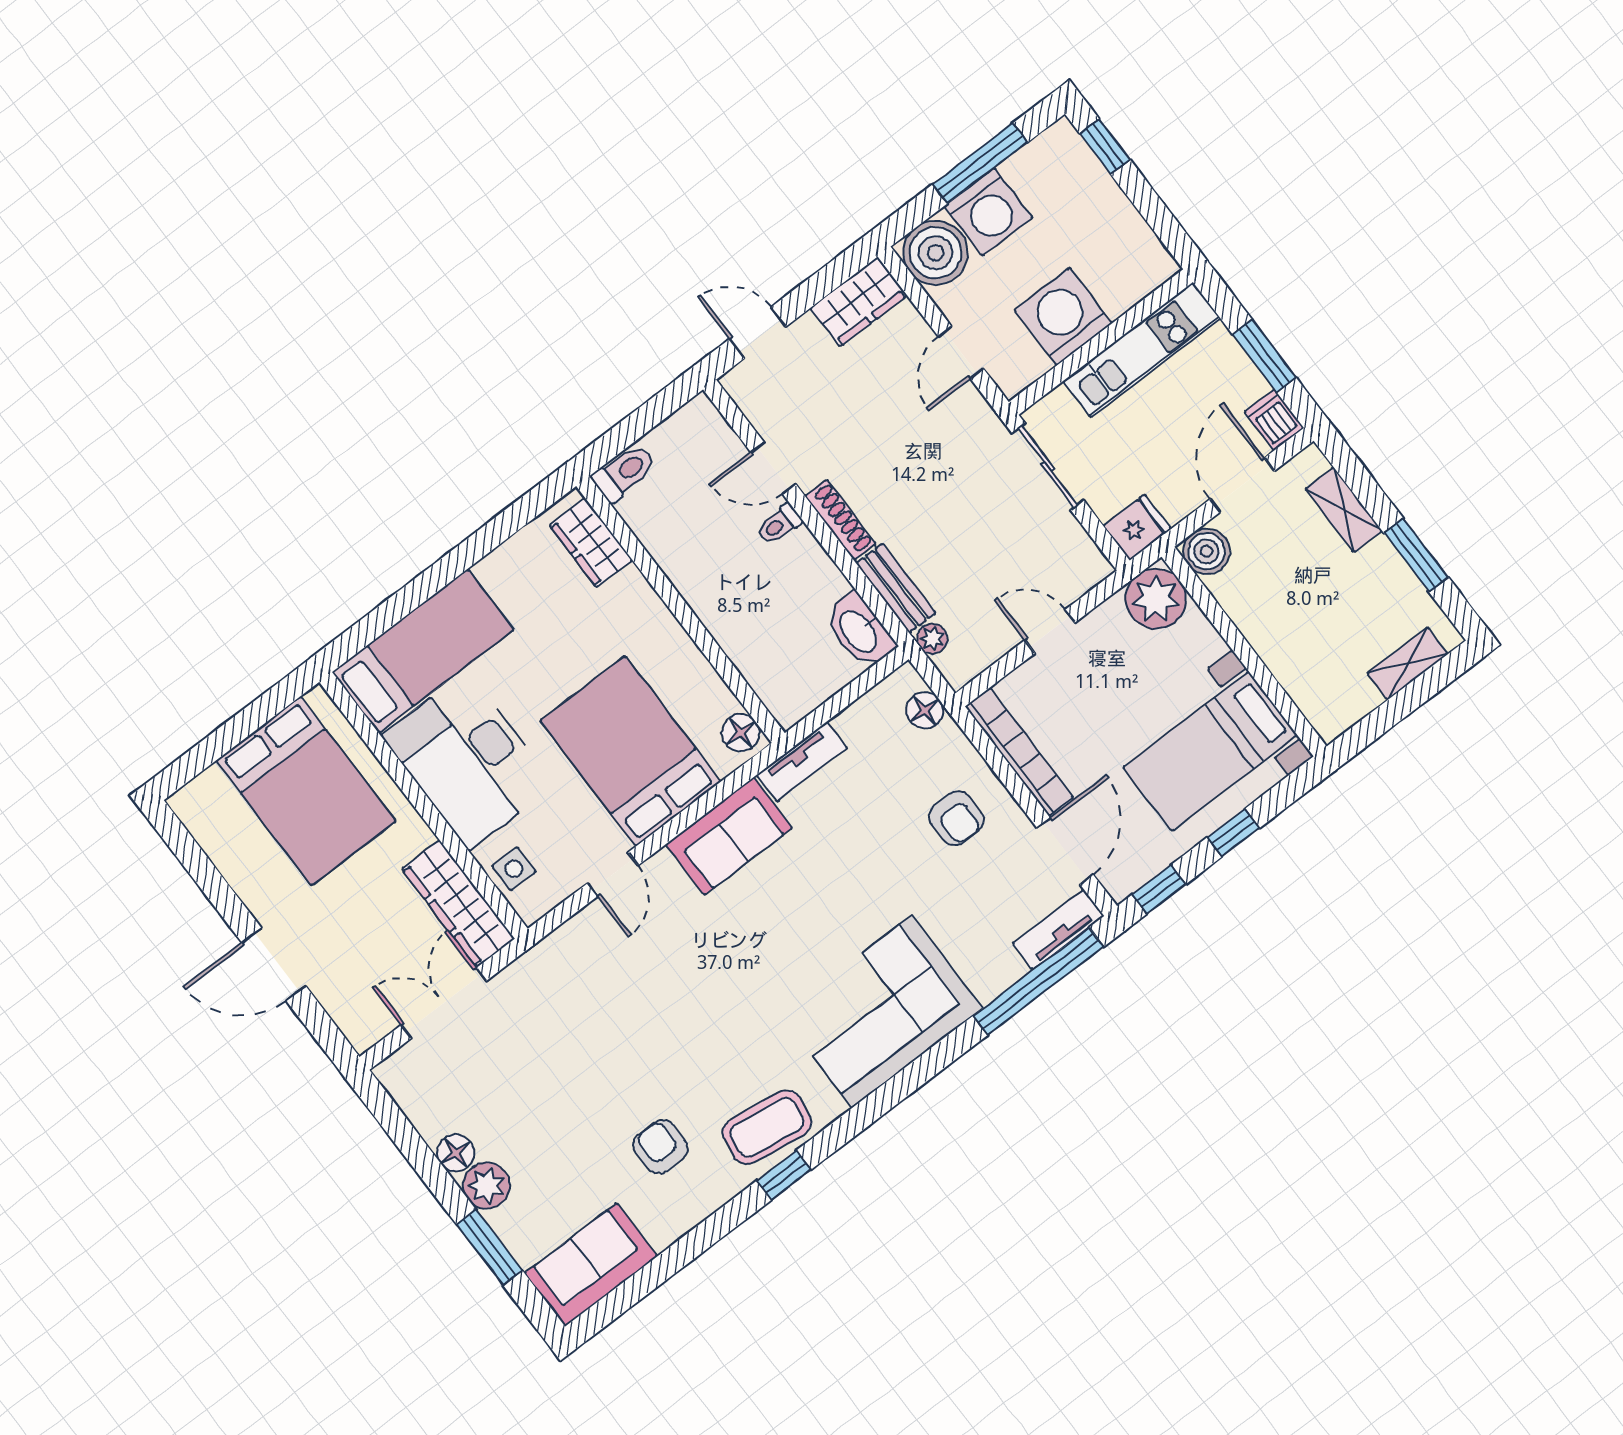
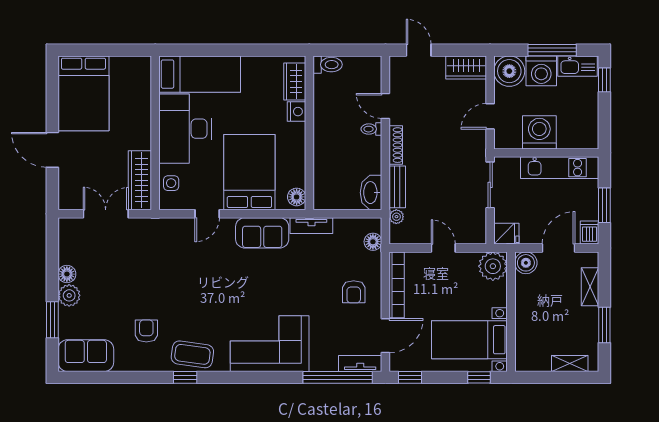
kitchen sink: (1043, 158) -> (578, 66), added
nightstand: (632, 590) -> (296, 112), added
bed: (306, 791) -> (83, 93), moved
window: (1233, 833) -> (479, 377), moved

